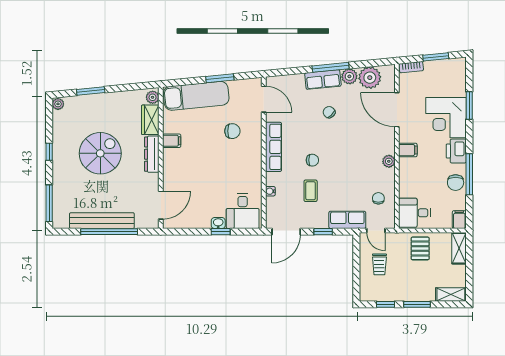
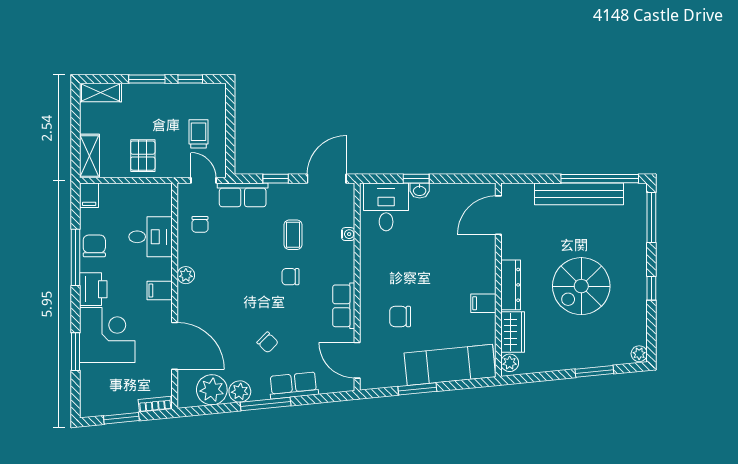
row of seats: (323, 80) -> (294, 385), moved
row of seats: (274, 147) -> (344, 306), width x0.68
desk: (414, 213) -> (151, 237), moved
window: (109, 232) -> (600, 179), moved

